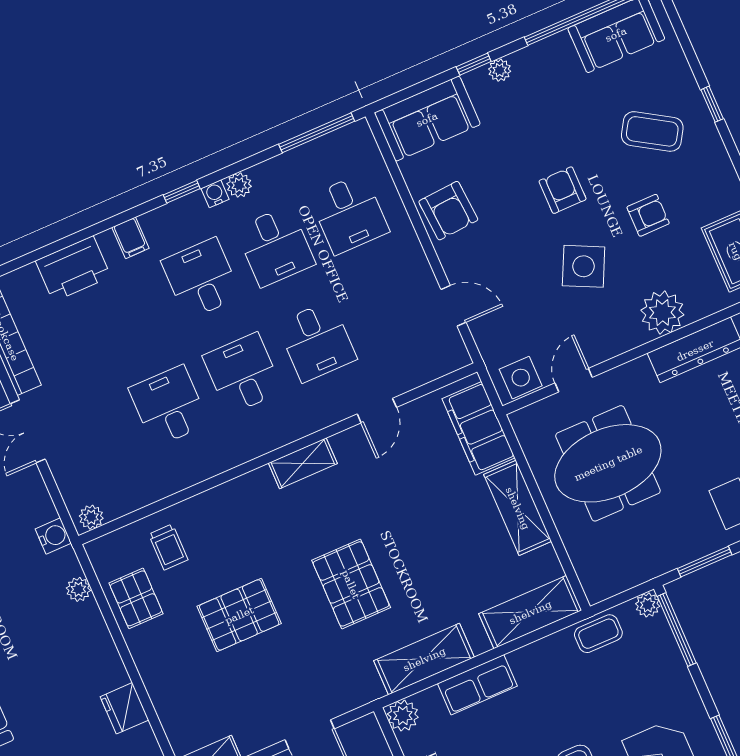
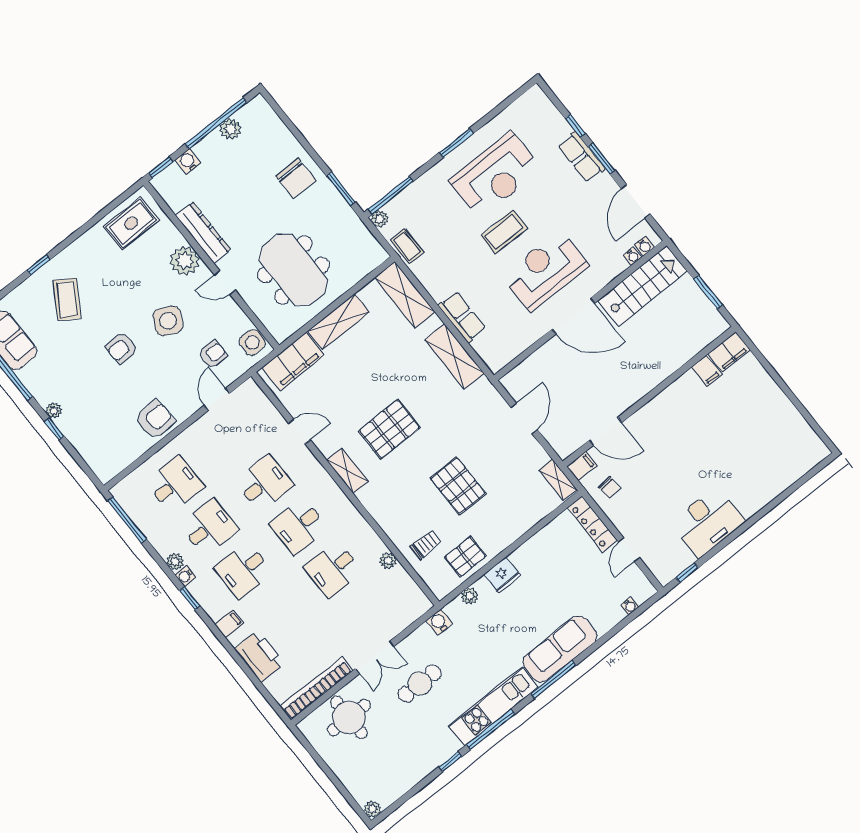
sofa: (427, 119) -> (98, 450), removed
armchair: (648, 215) -> (213, 354), moved, turned 90
door: (574, 380) -> (225, 282), moved
plant: (91, 517) -> (388, 561), moved
pallet: (351, 584) -> (389, 429), moved
fridge: (124, 708) -> (502, 575), moved
plant: (403, 716) -> (496, 360), removed

